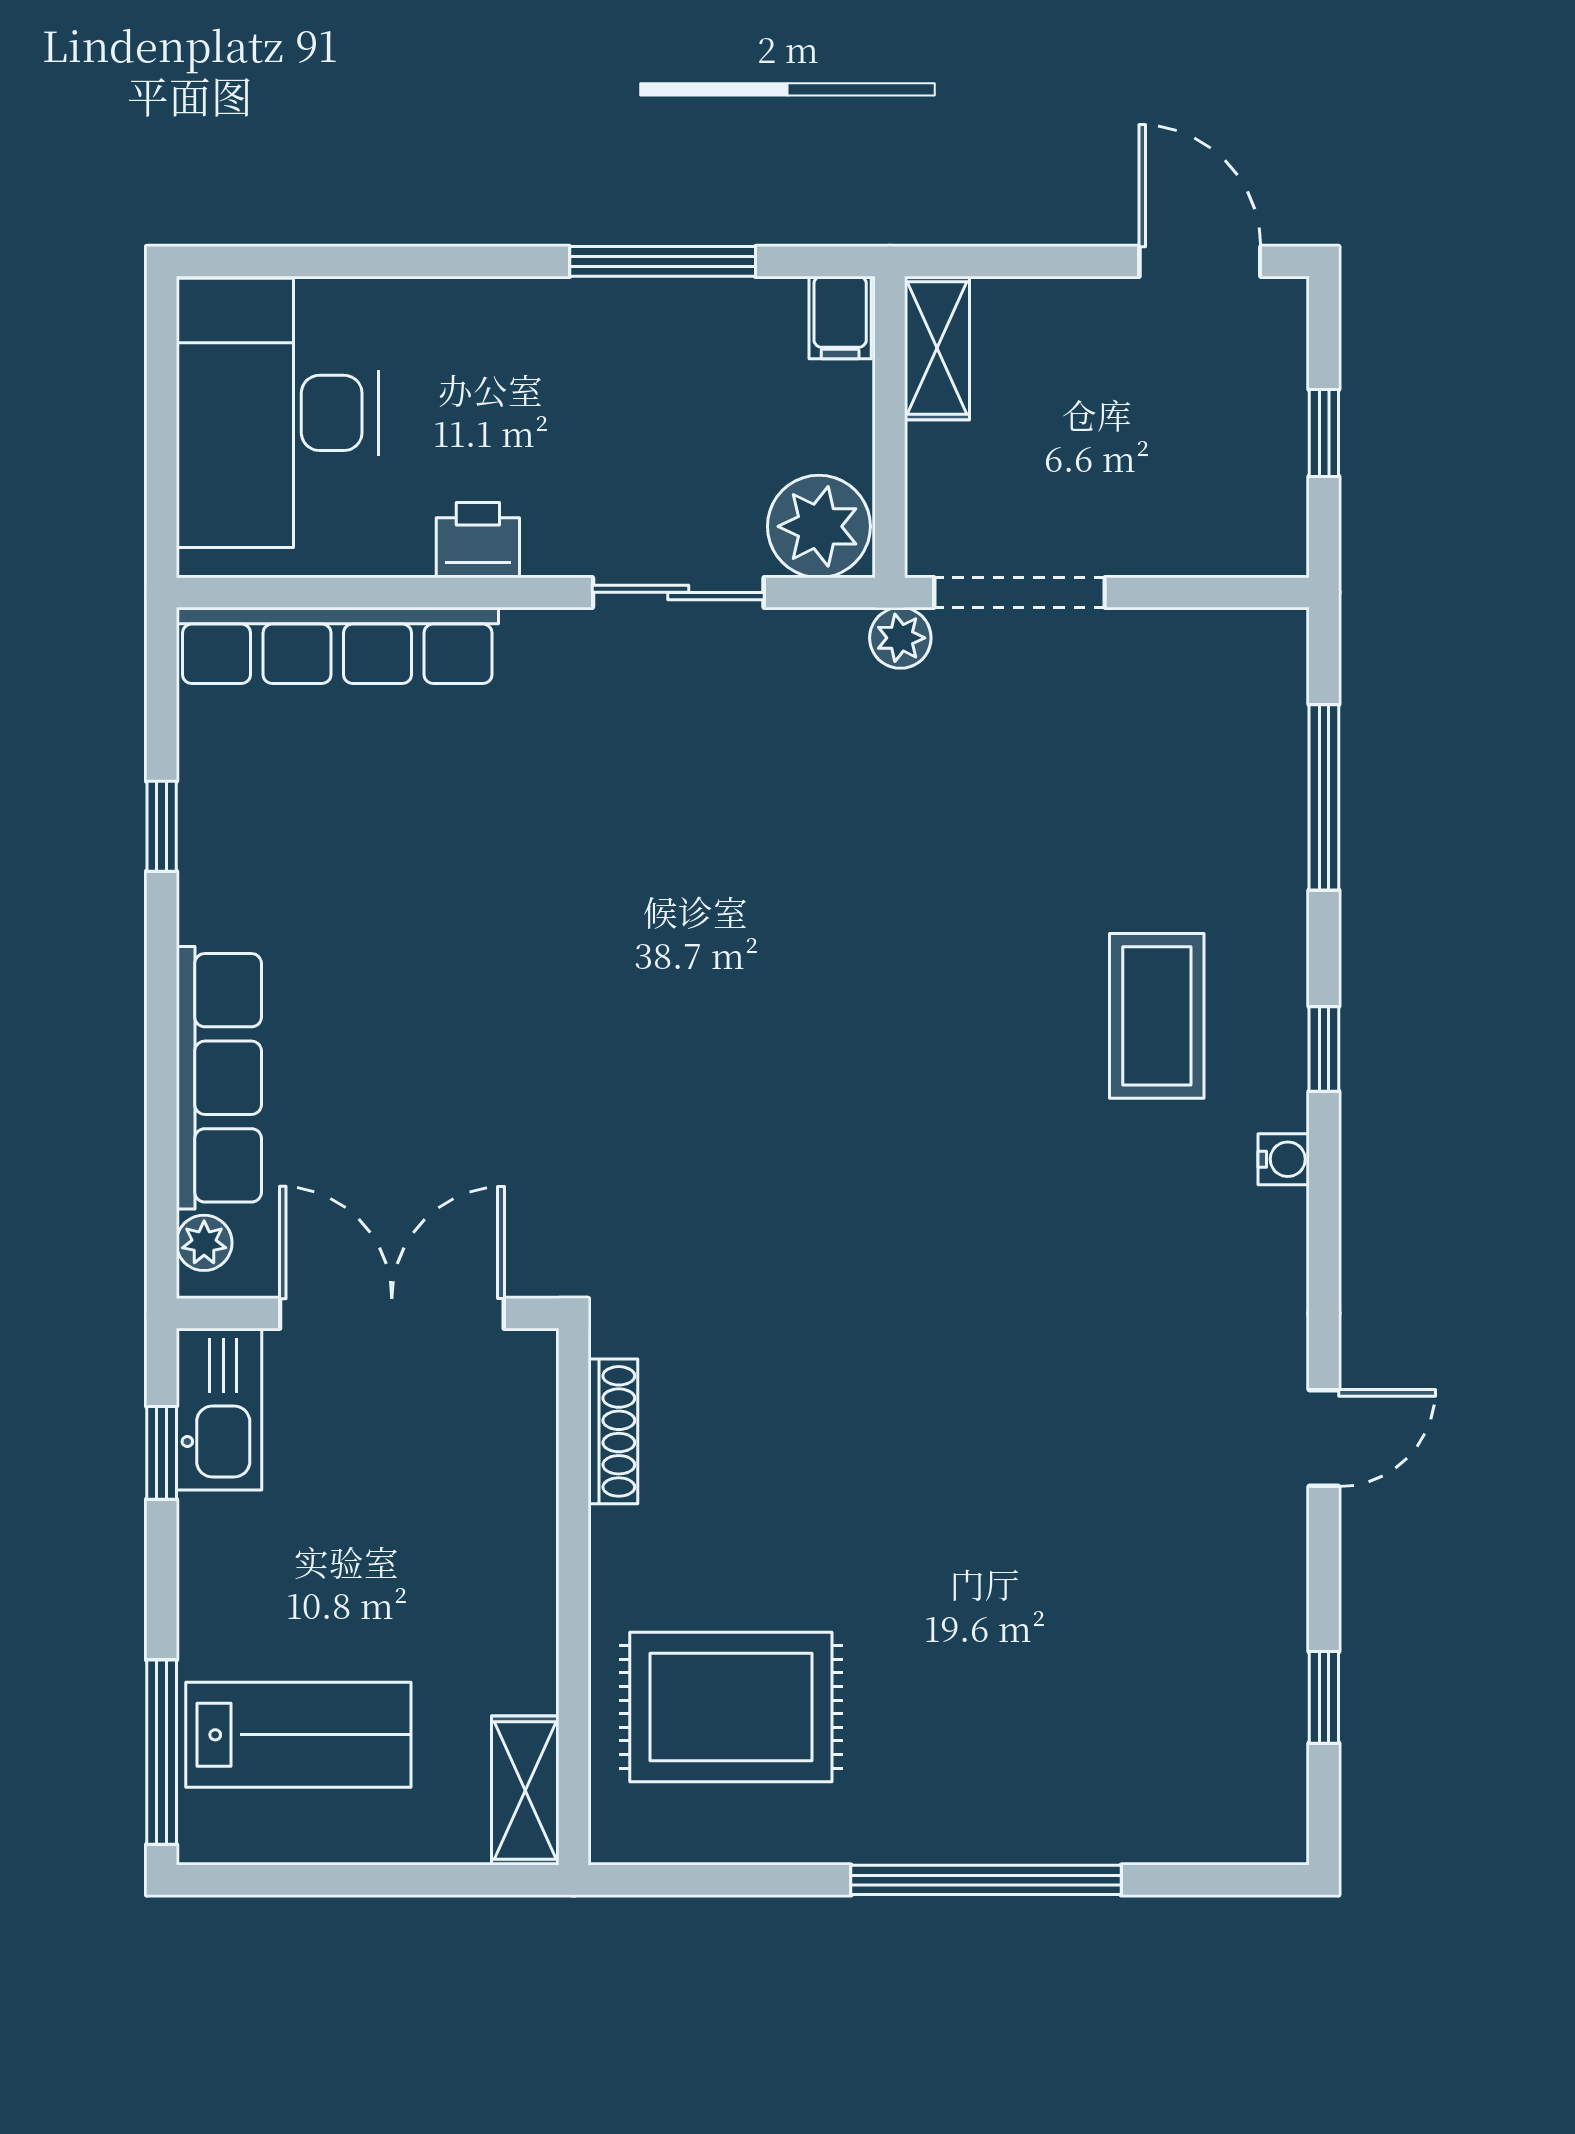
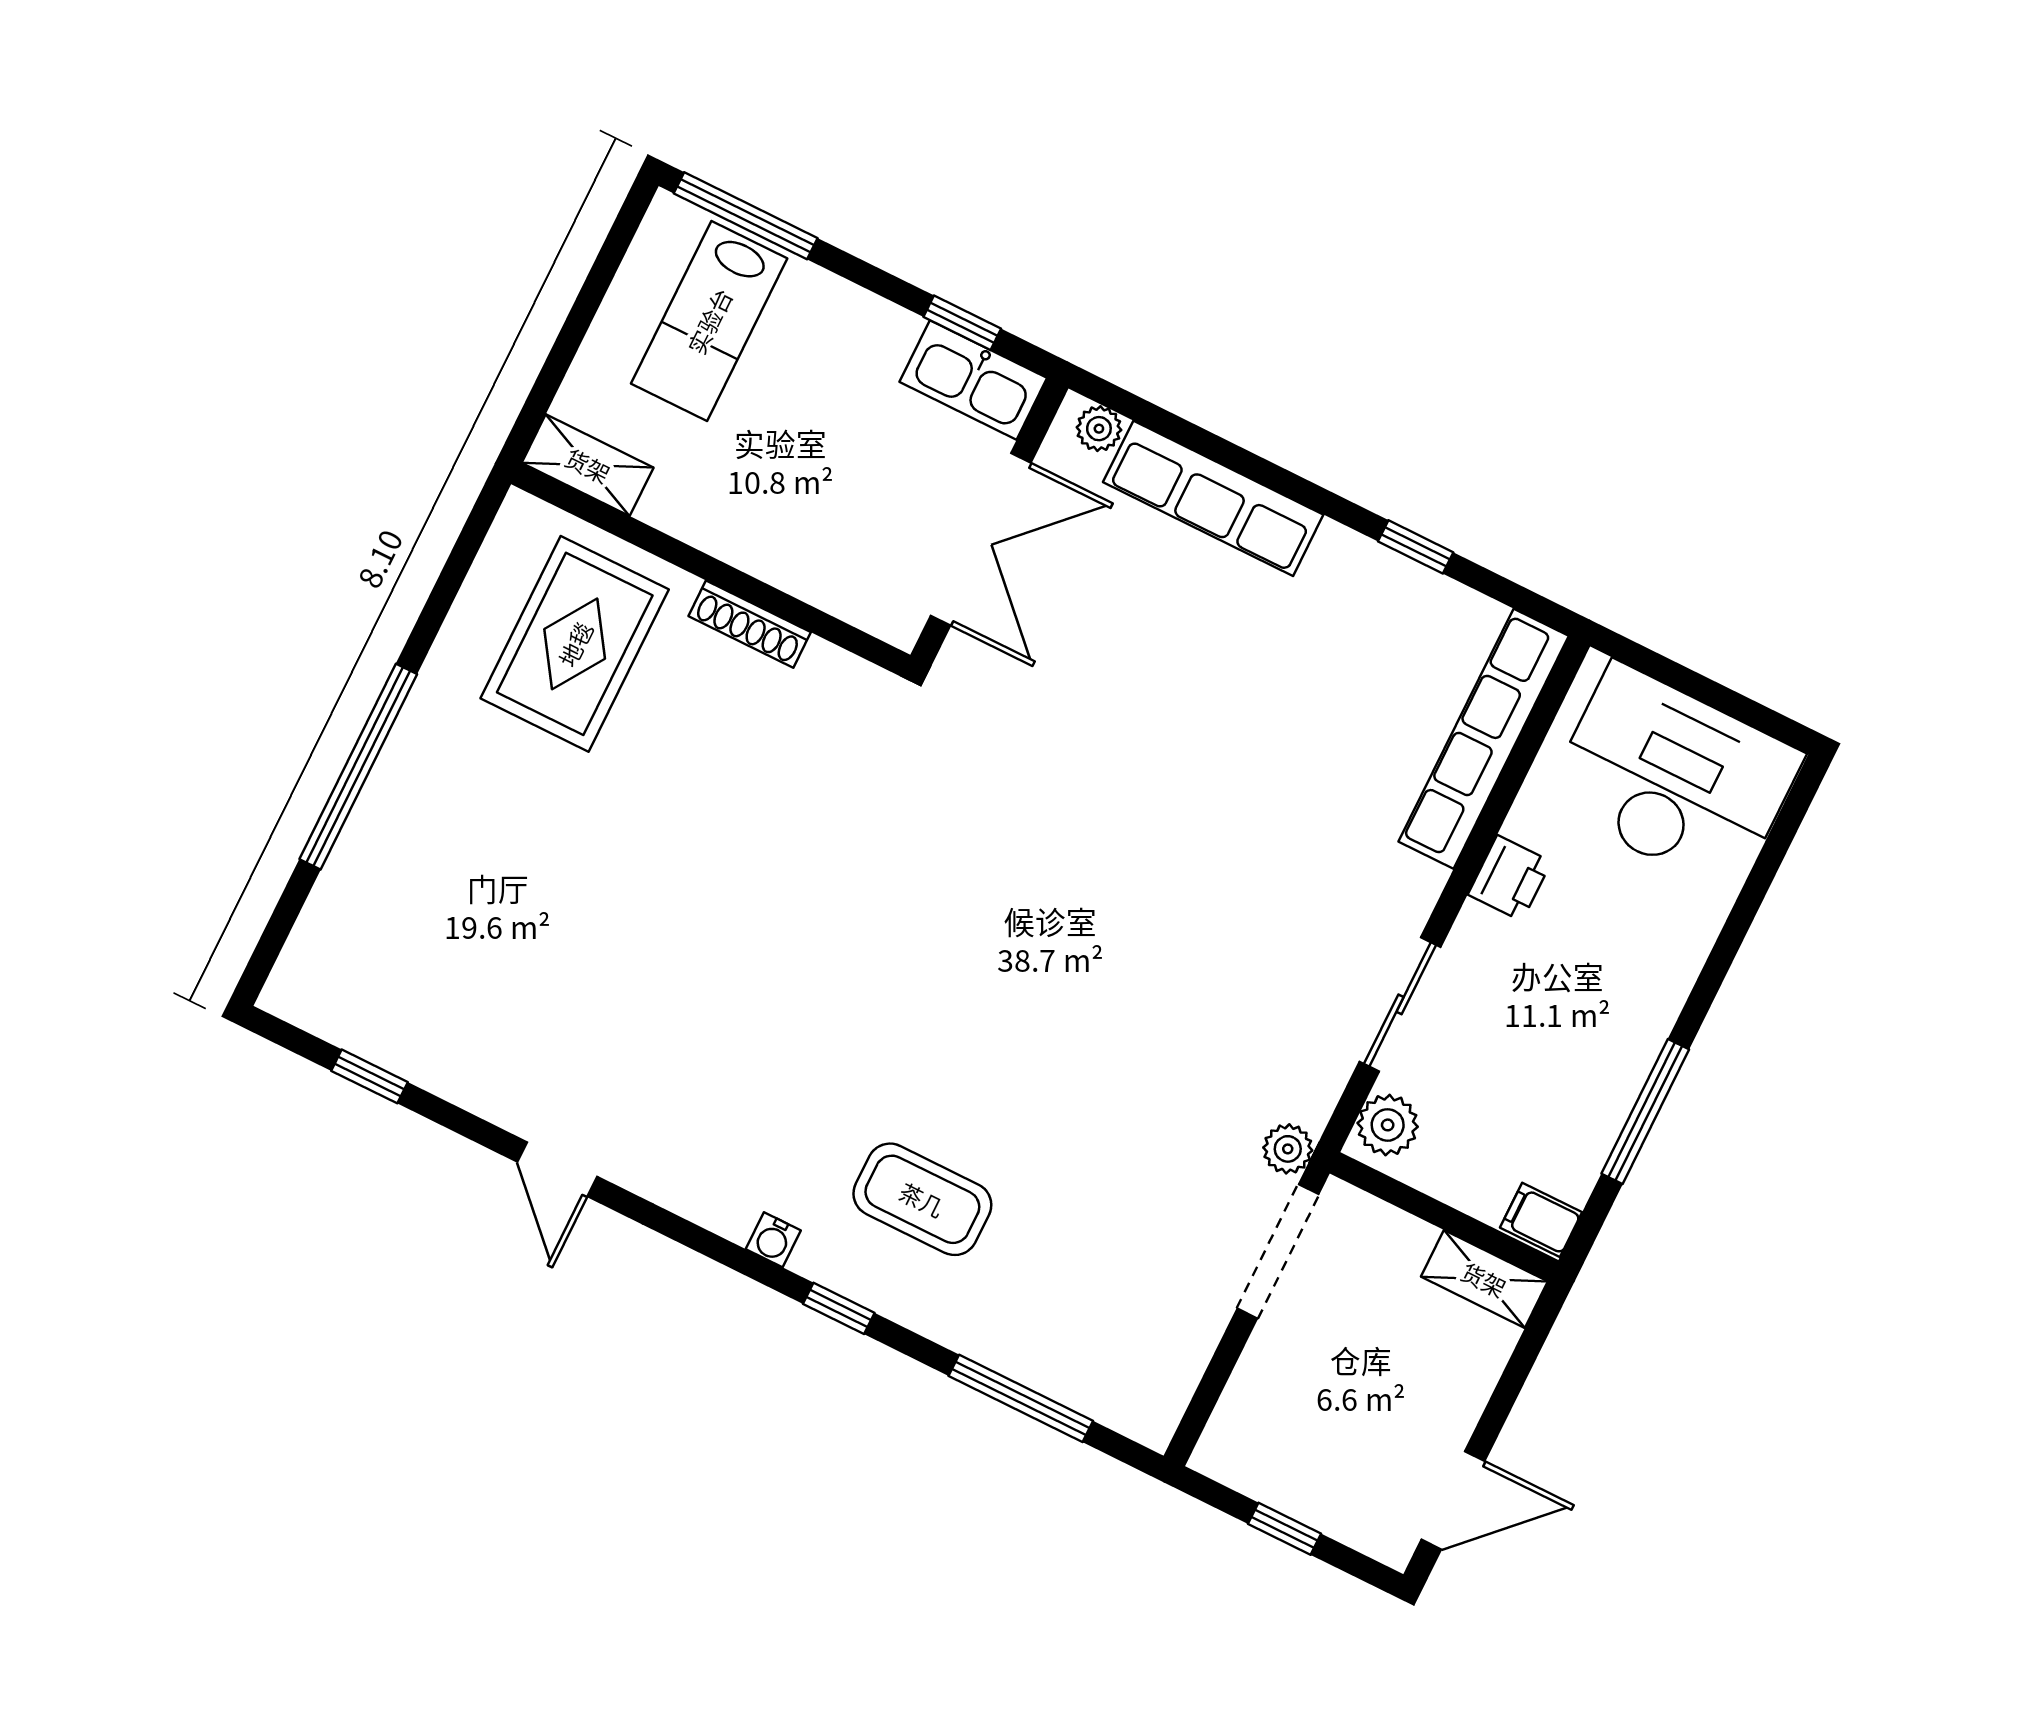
plant: (819, 526) -> (1388, 1125), width x0.73, depth x0.73
shoe rack: (613, 1431) -> (750, 624), moved

